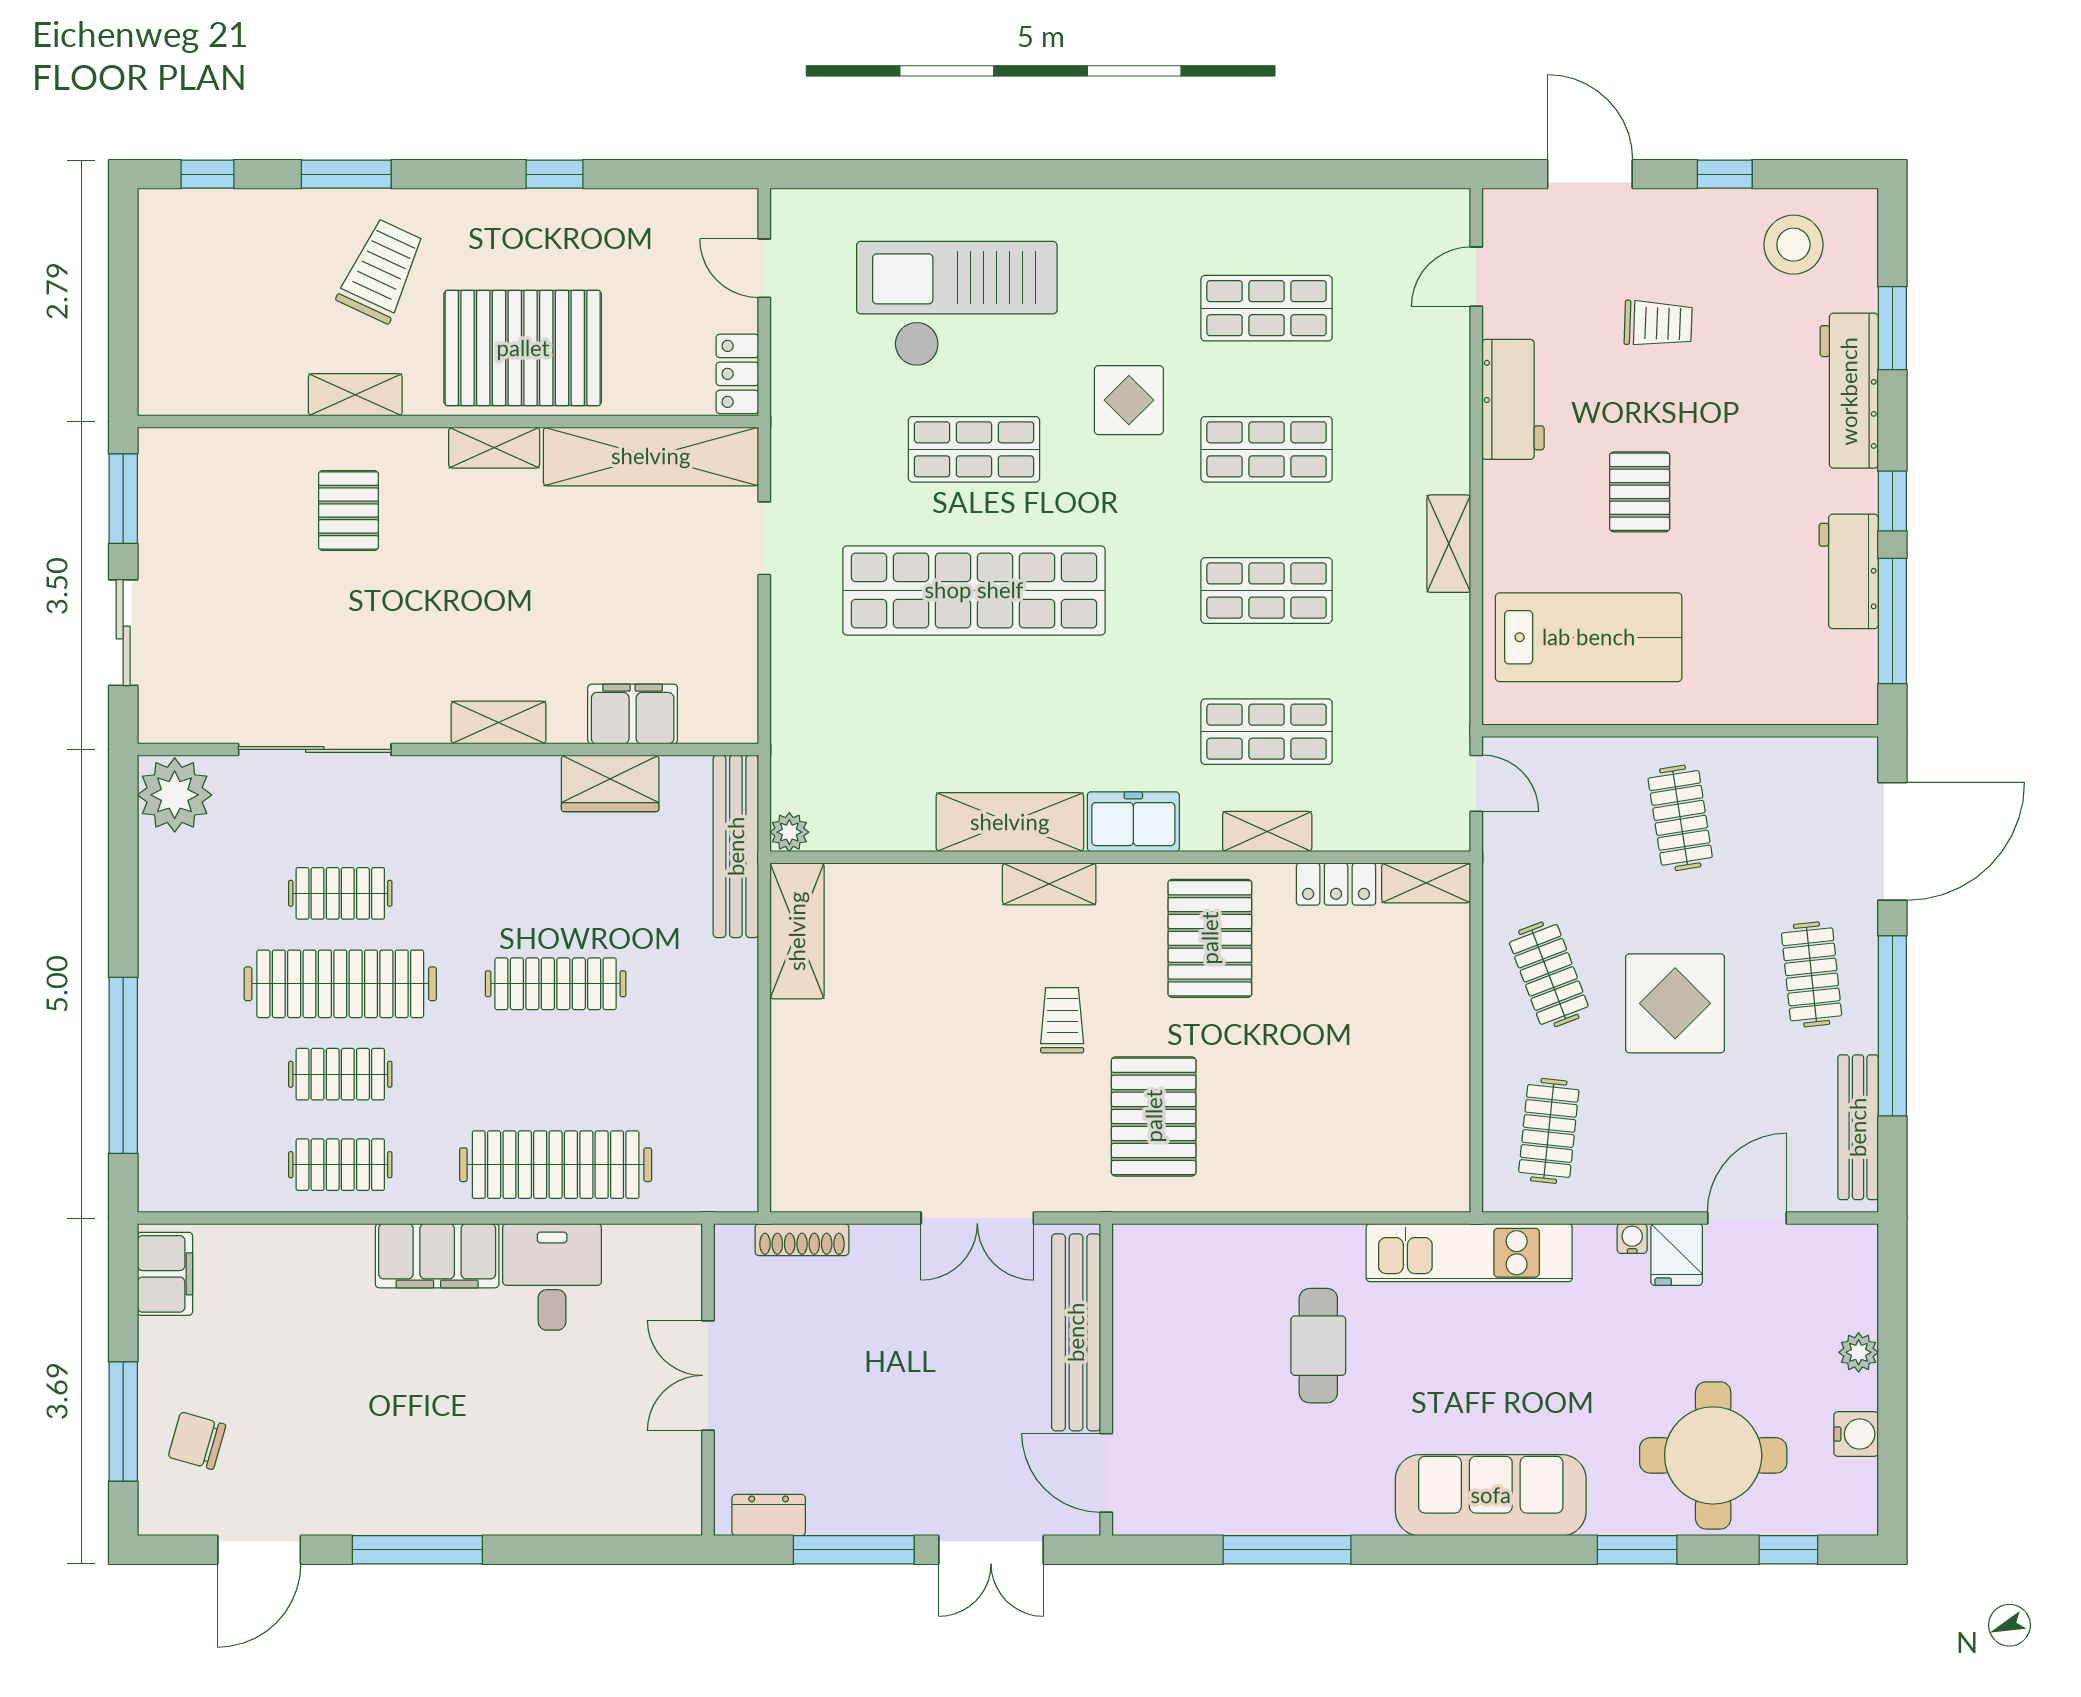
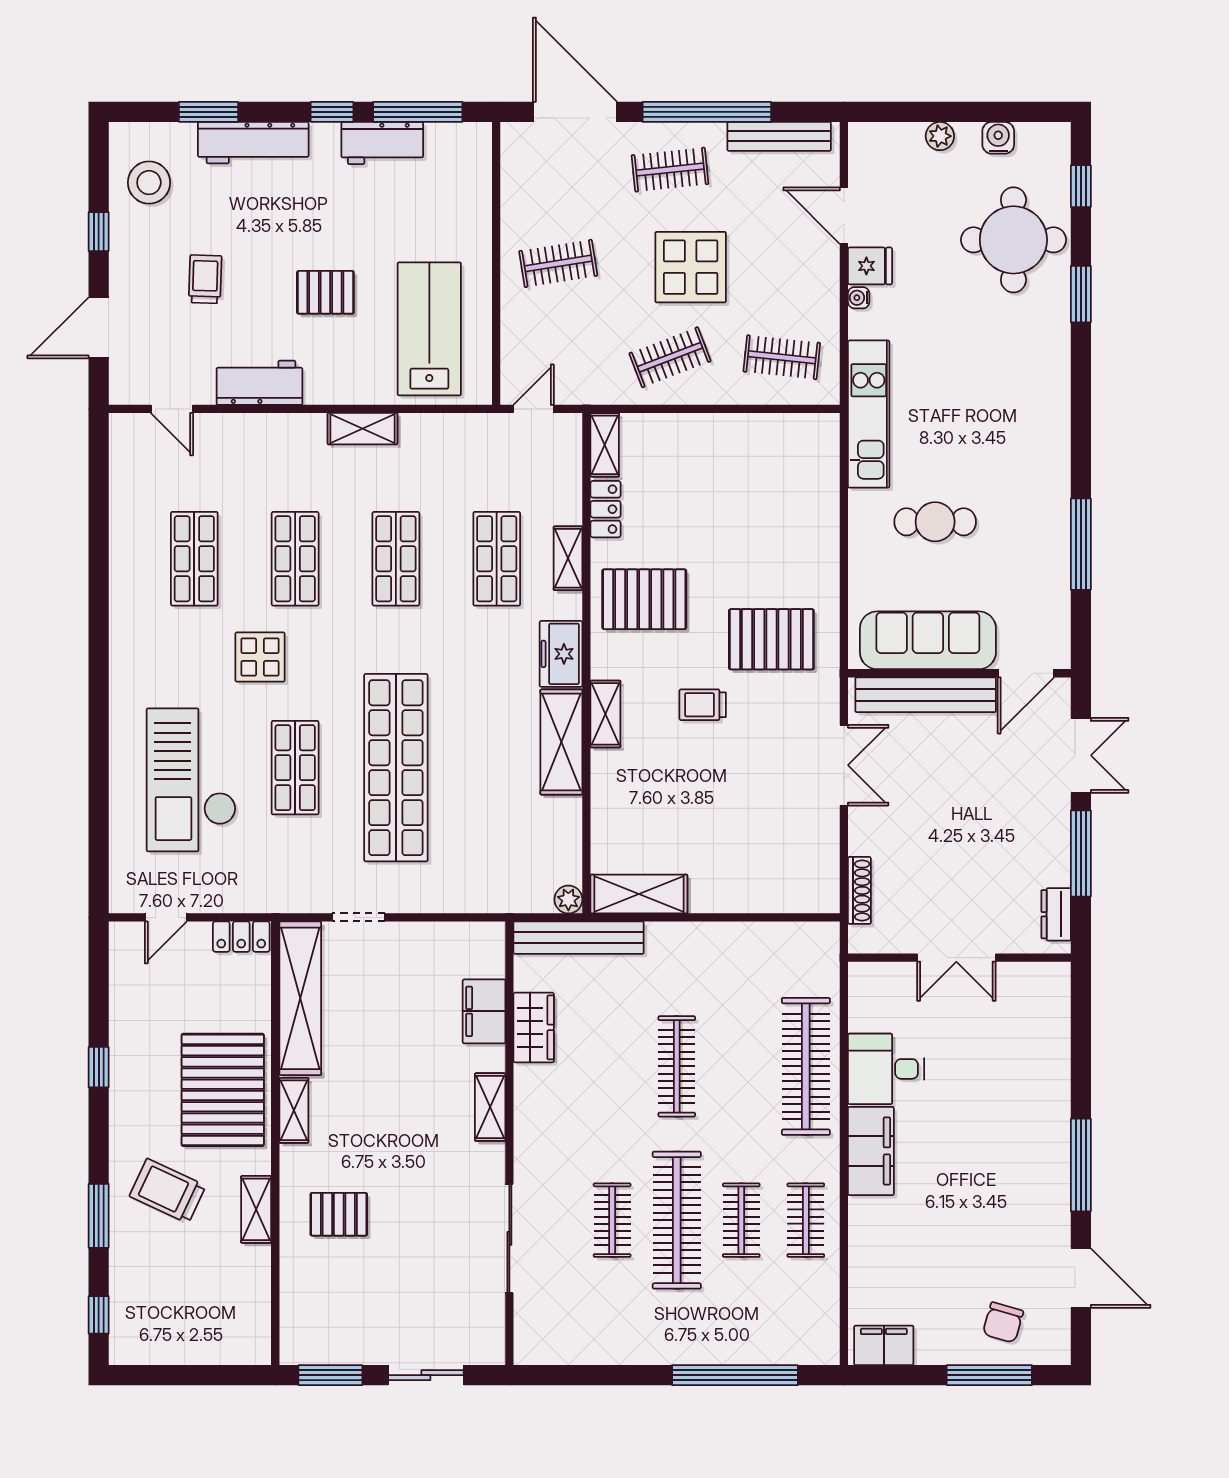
plant: (175, 795) -> (542, 1338), removed
sofa: (1491, 1495) -> (928, 640), moved, turned 90

